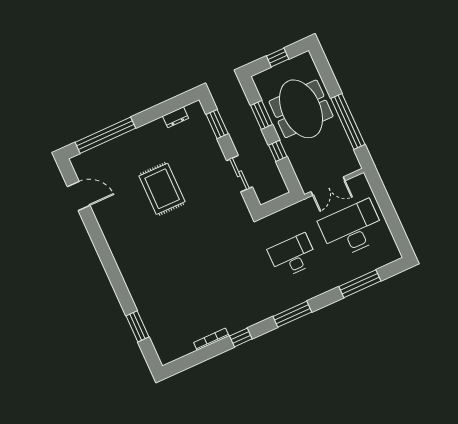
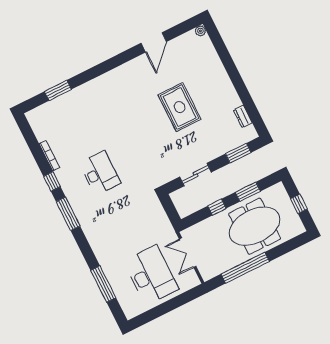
window: (105, 135) -> (225, 55), removed
plant: (76, 162) -> (200, 31), added
rug: (162, 189) -> (180, 107), turned 90
door: (79, 196) -> (154, 42), moved
desk: (293, 256) -> (100, 173), moved
window: (292, 314) -> (68, 214), moved

